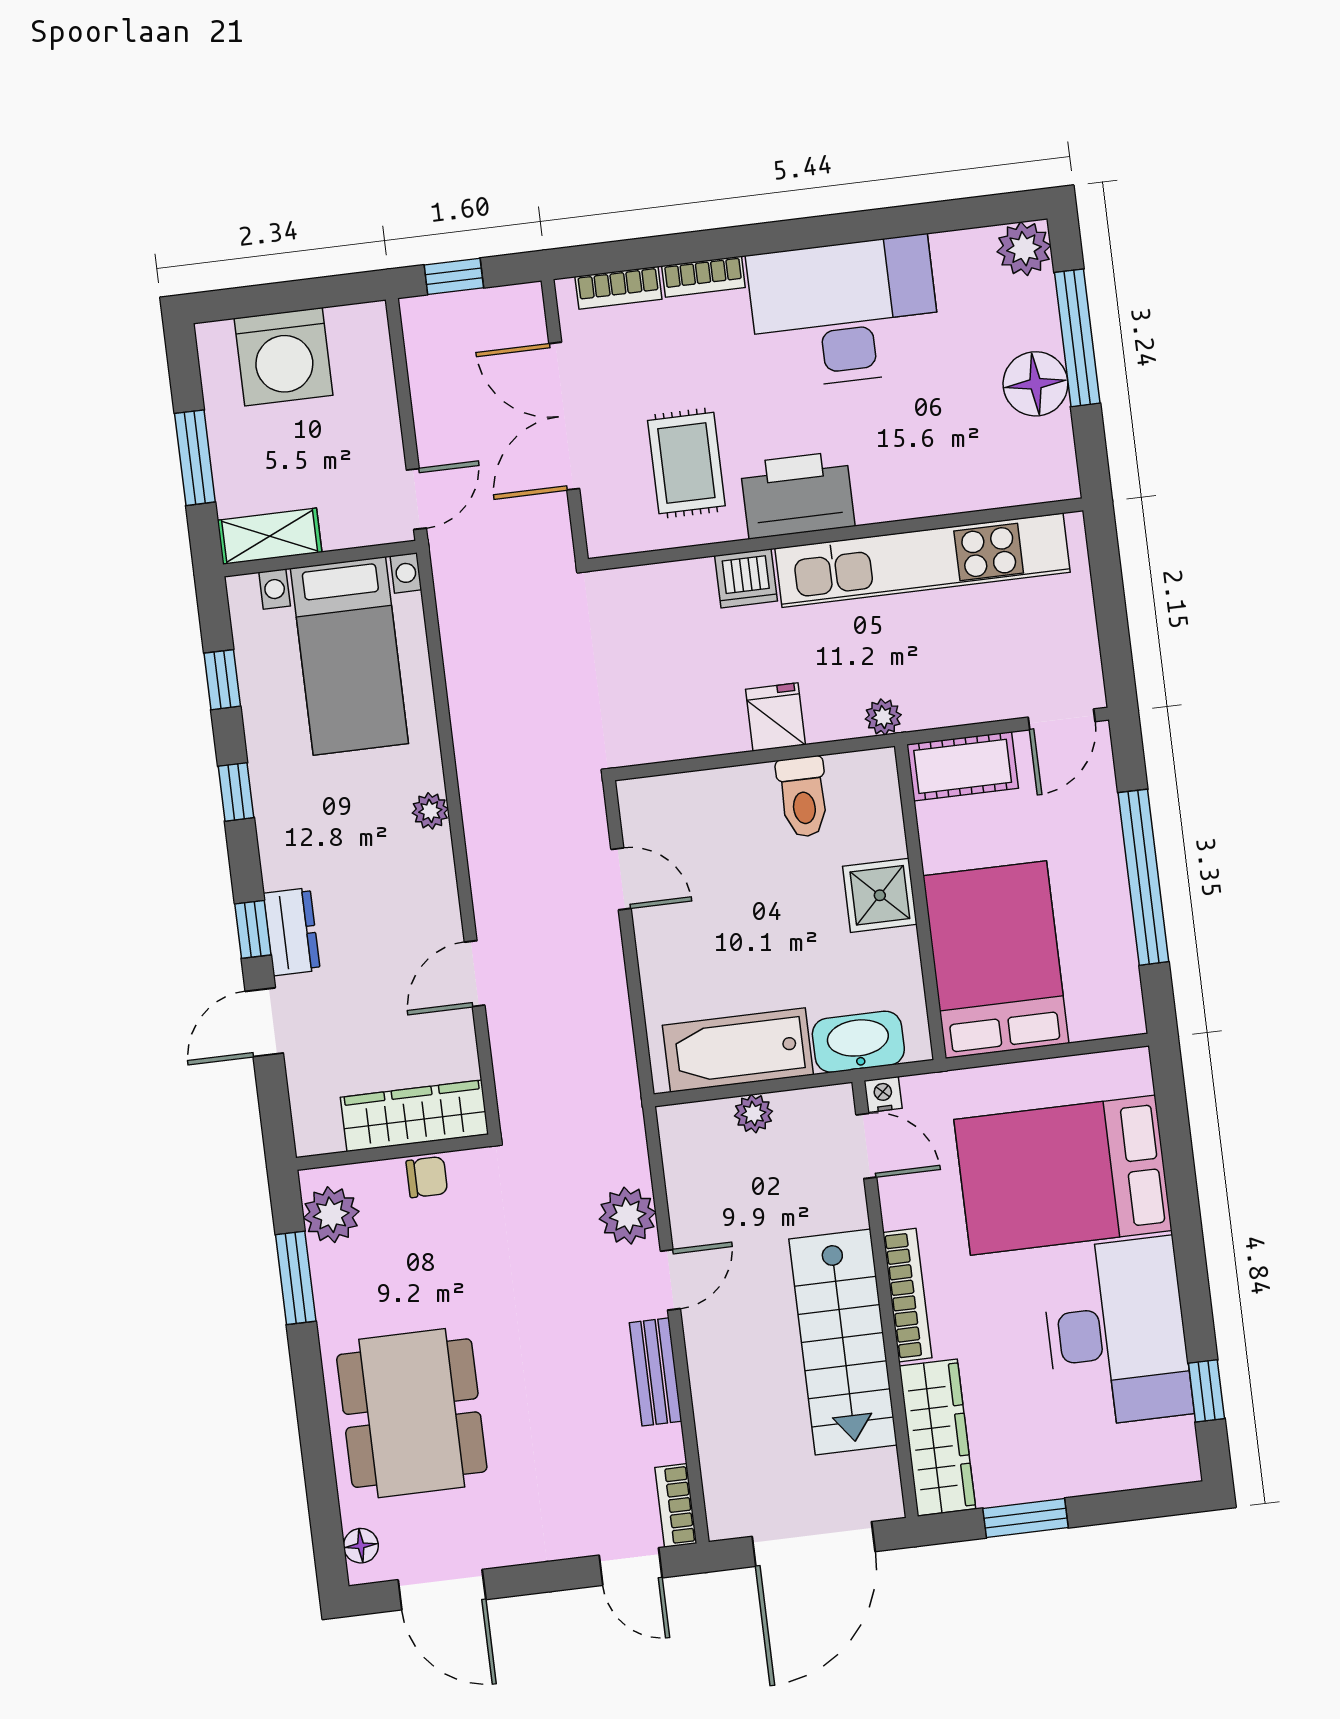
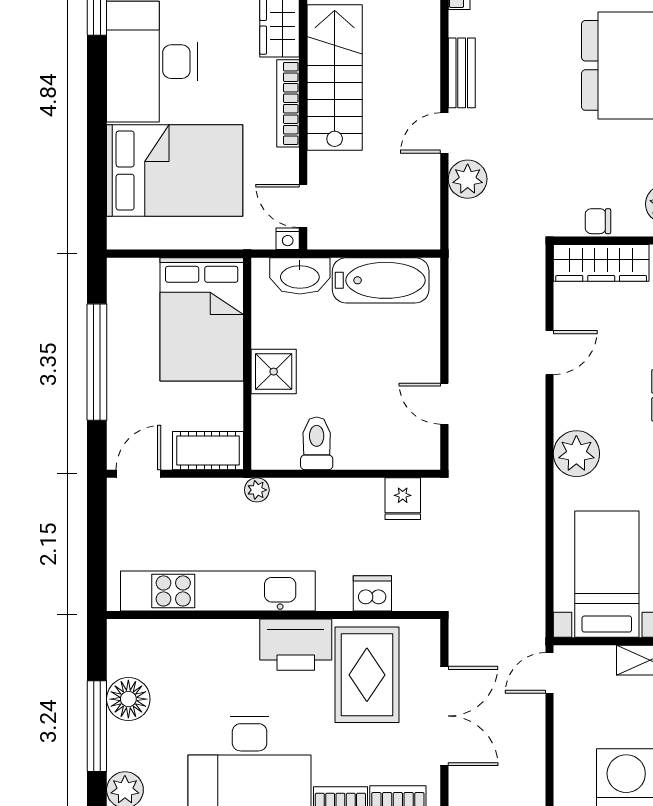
rug: (686, 463) -> (367, 675), width x1.36, depth x1.43
dishwasher: (746, 578) -> (372, 593), moved
fridge: (776, 717) -> (403, 499), moved
plant: (430, 811) -> (576, 454), width x1.88, depth x1.88
plant: (753, 1114) -> (375, 237), removed

